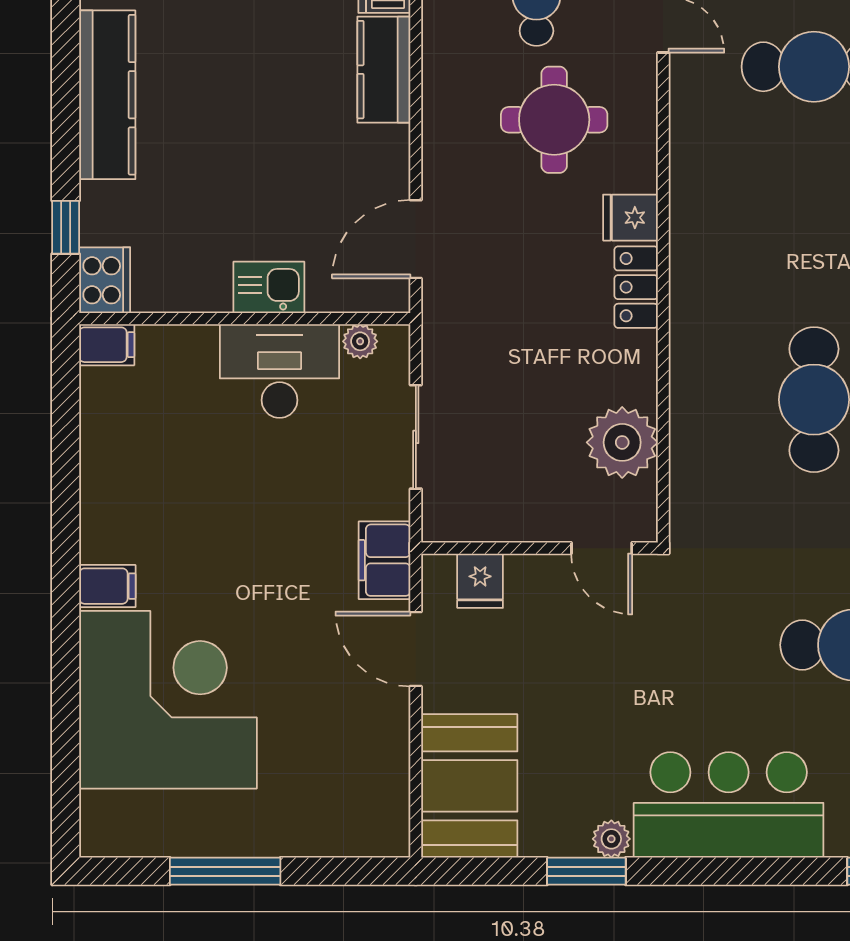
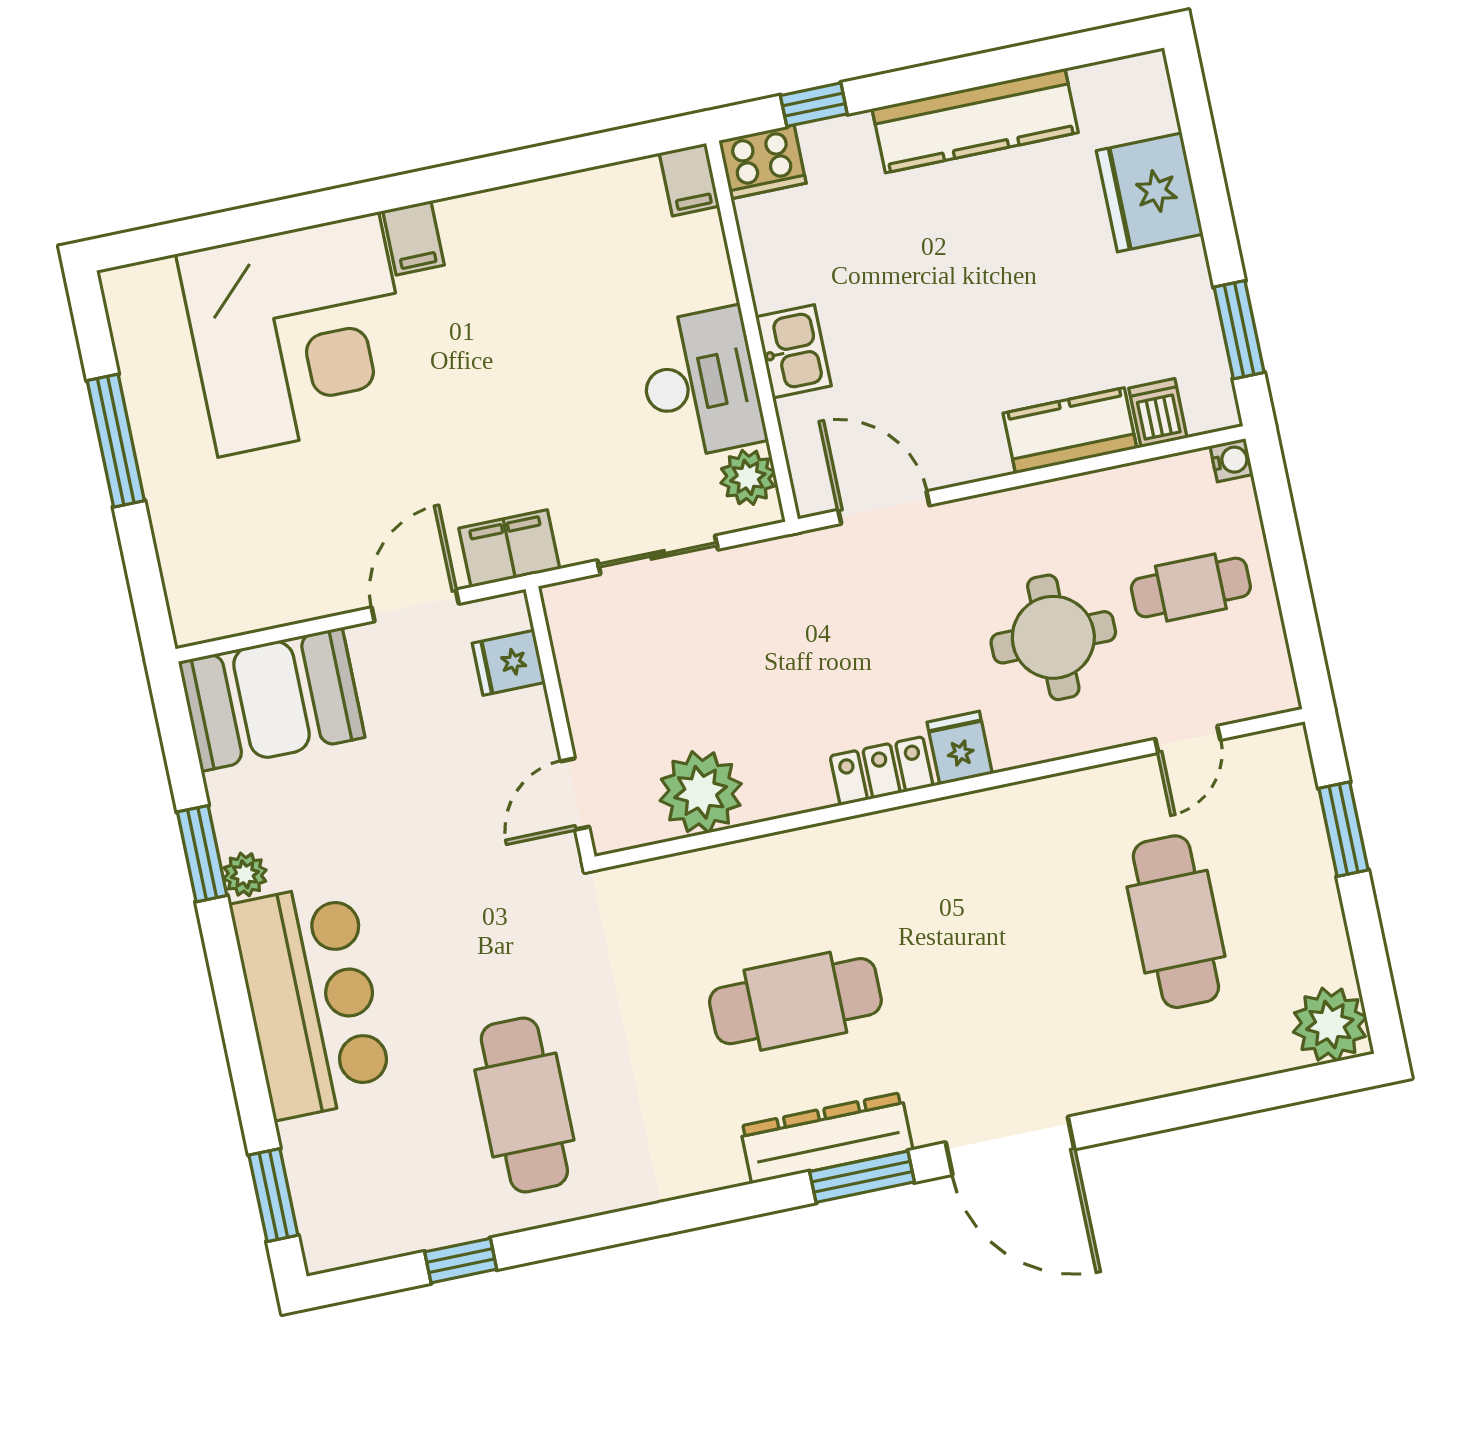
plant: (360, 341) -> (748, 477), width x1.38, depth x1.38

